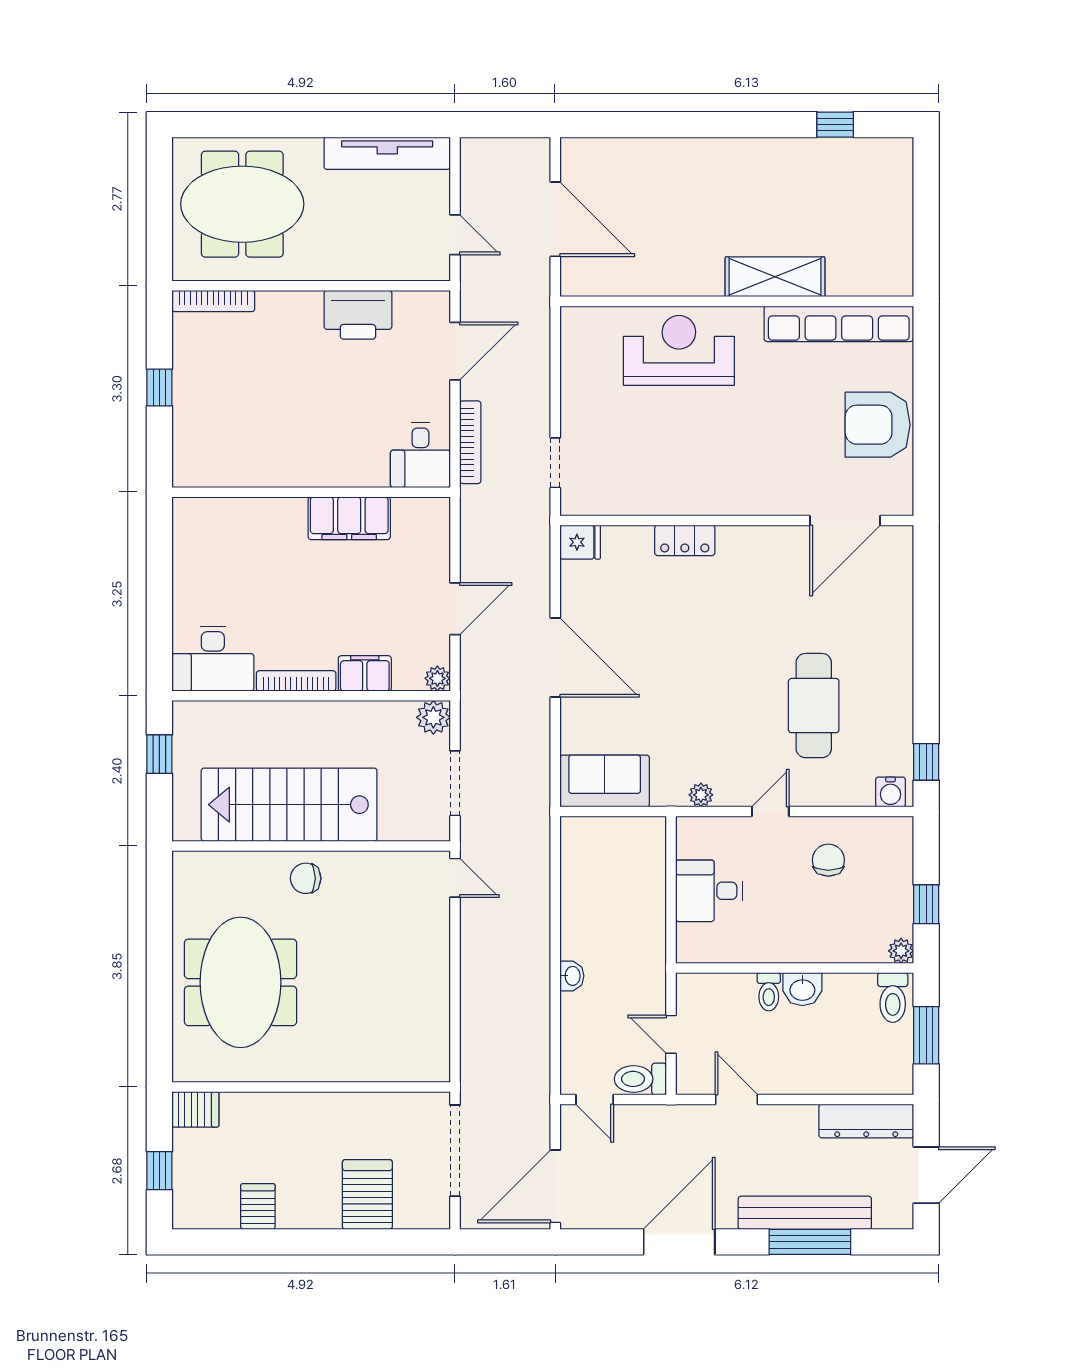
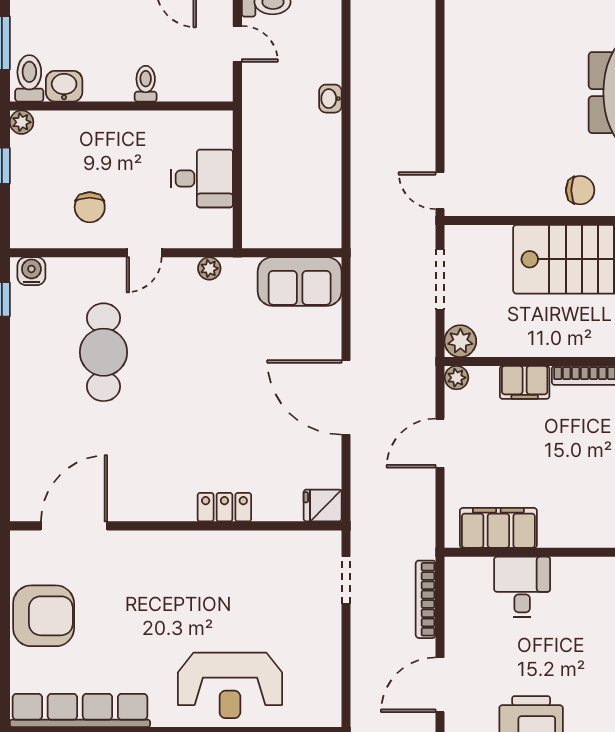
desk: (420, 455) -> (522, 587), moved
filing cabinet: (349, 518) -> (498, 528), moved
washbasin: (802, 989) -> (64, 86), moved

